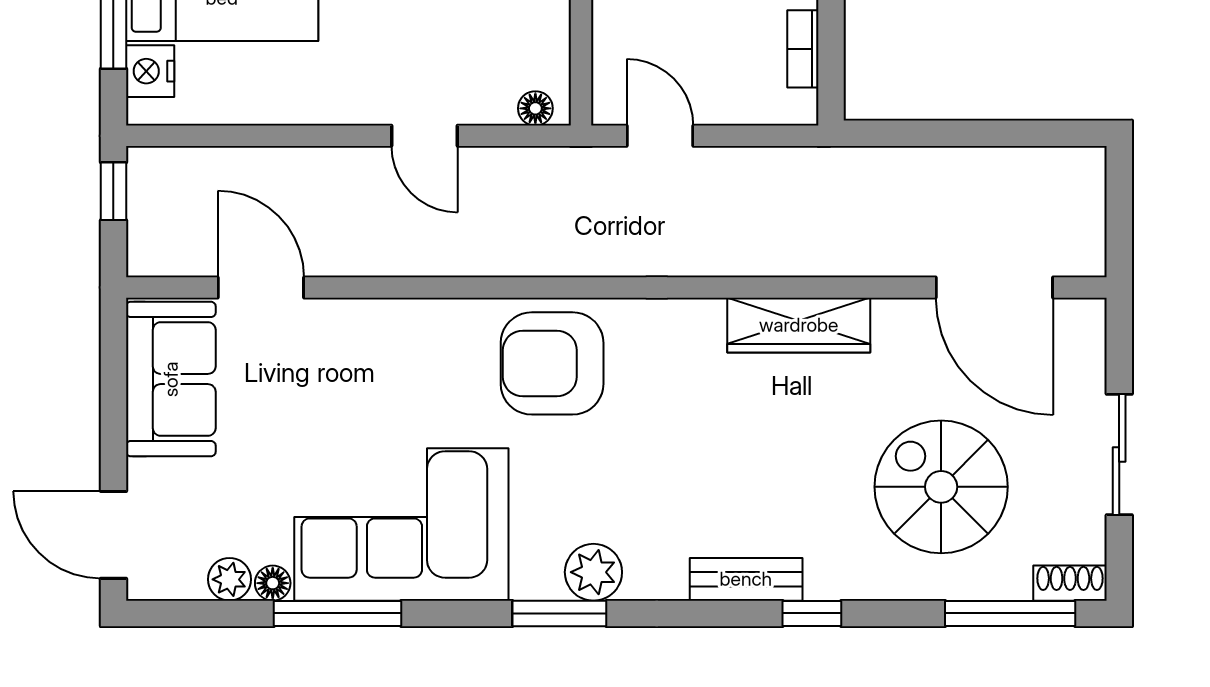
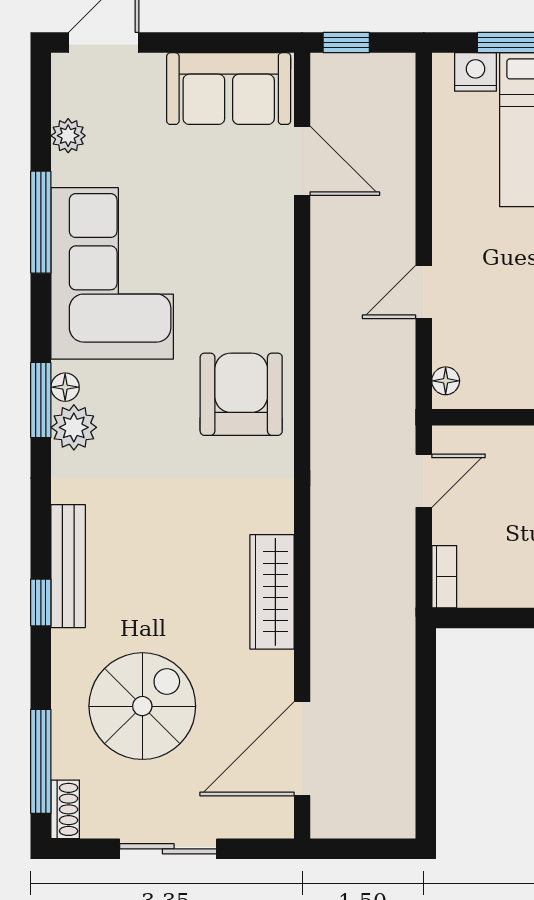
bookcase: (803, 49) -> (444, 577), moved, turned 90
window: (113, 191) -> (346, 43), moved
door: (261, 287) -> (302, 161), hinge flipped
bench: (746, 579) -> (68, 566), width x1.36
floor lamp: (273, 583) -> (65, 387), moved

